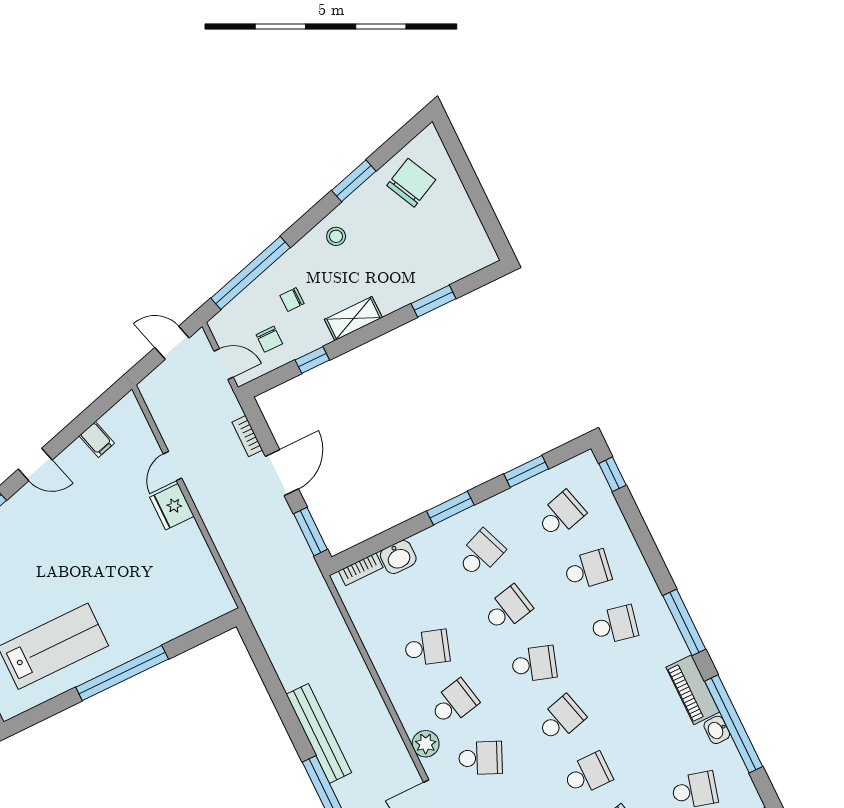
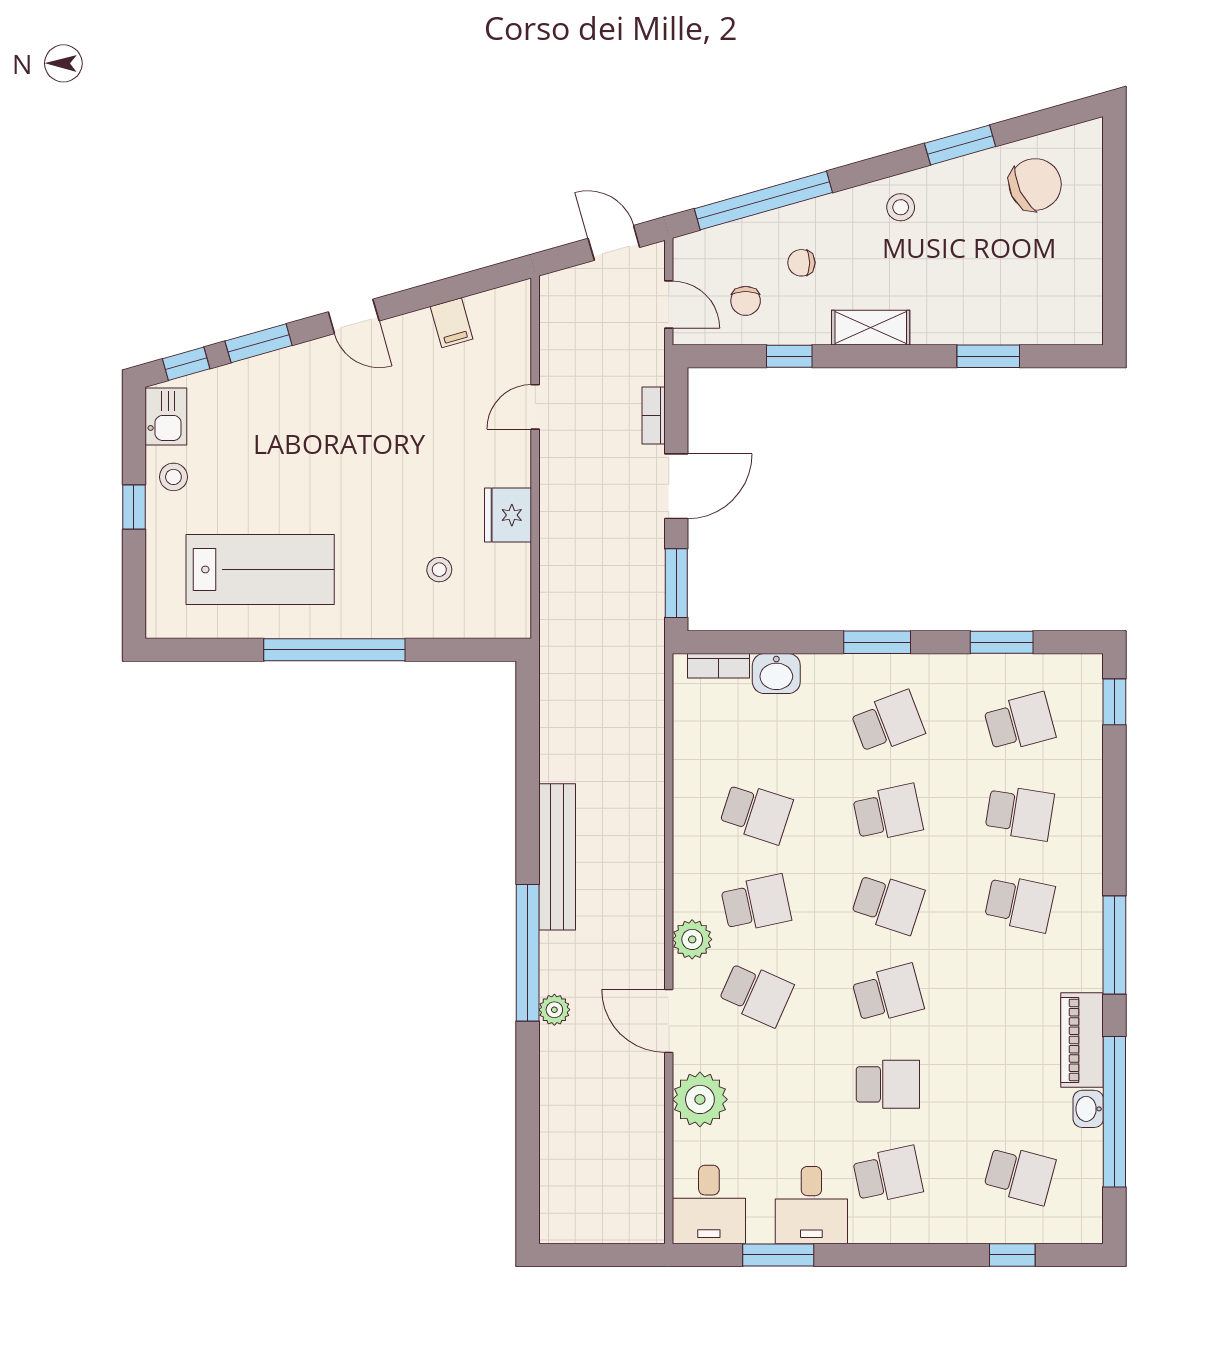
fridge: (172, 507) -> (508, 515), moved
stool: (162, 593) -> (439, 570), added

